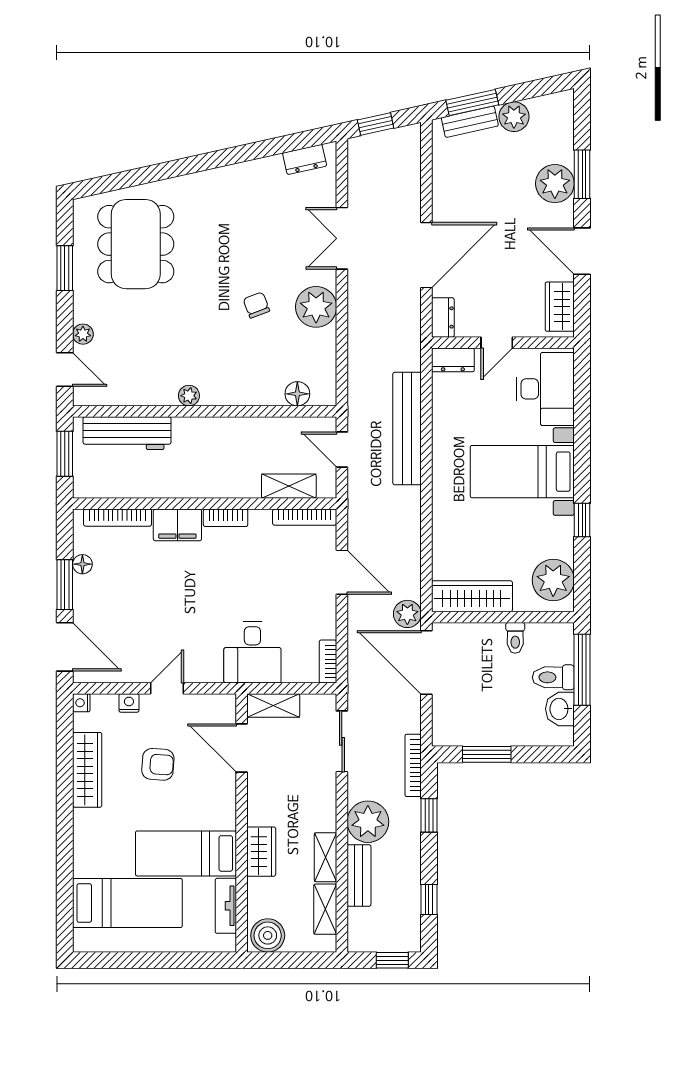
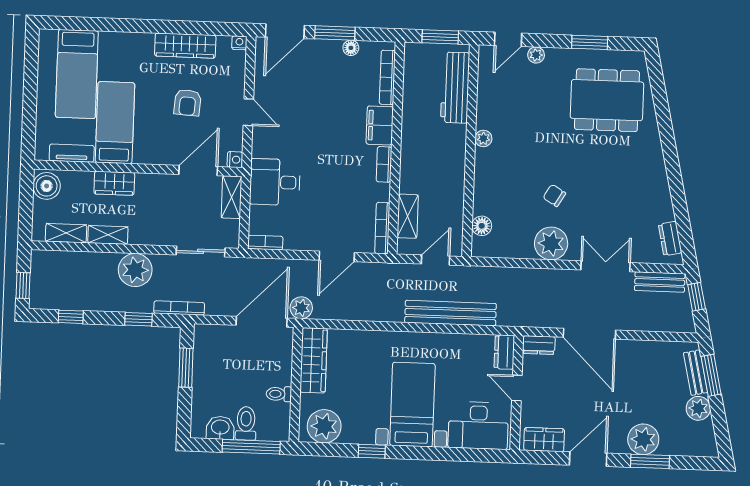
chair: (256, 305) -> (554, 195), turned -128
nightstand: (129, 703) -> (235, 160), moved
bench: (359, 876) -> (660, 282), moved

